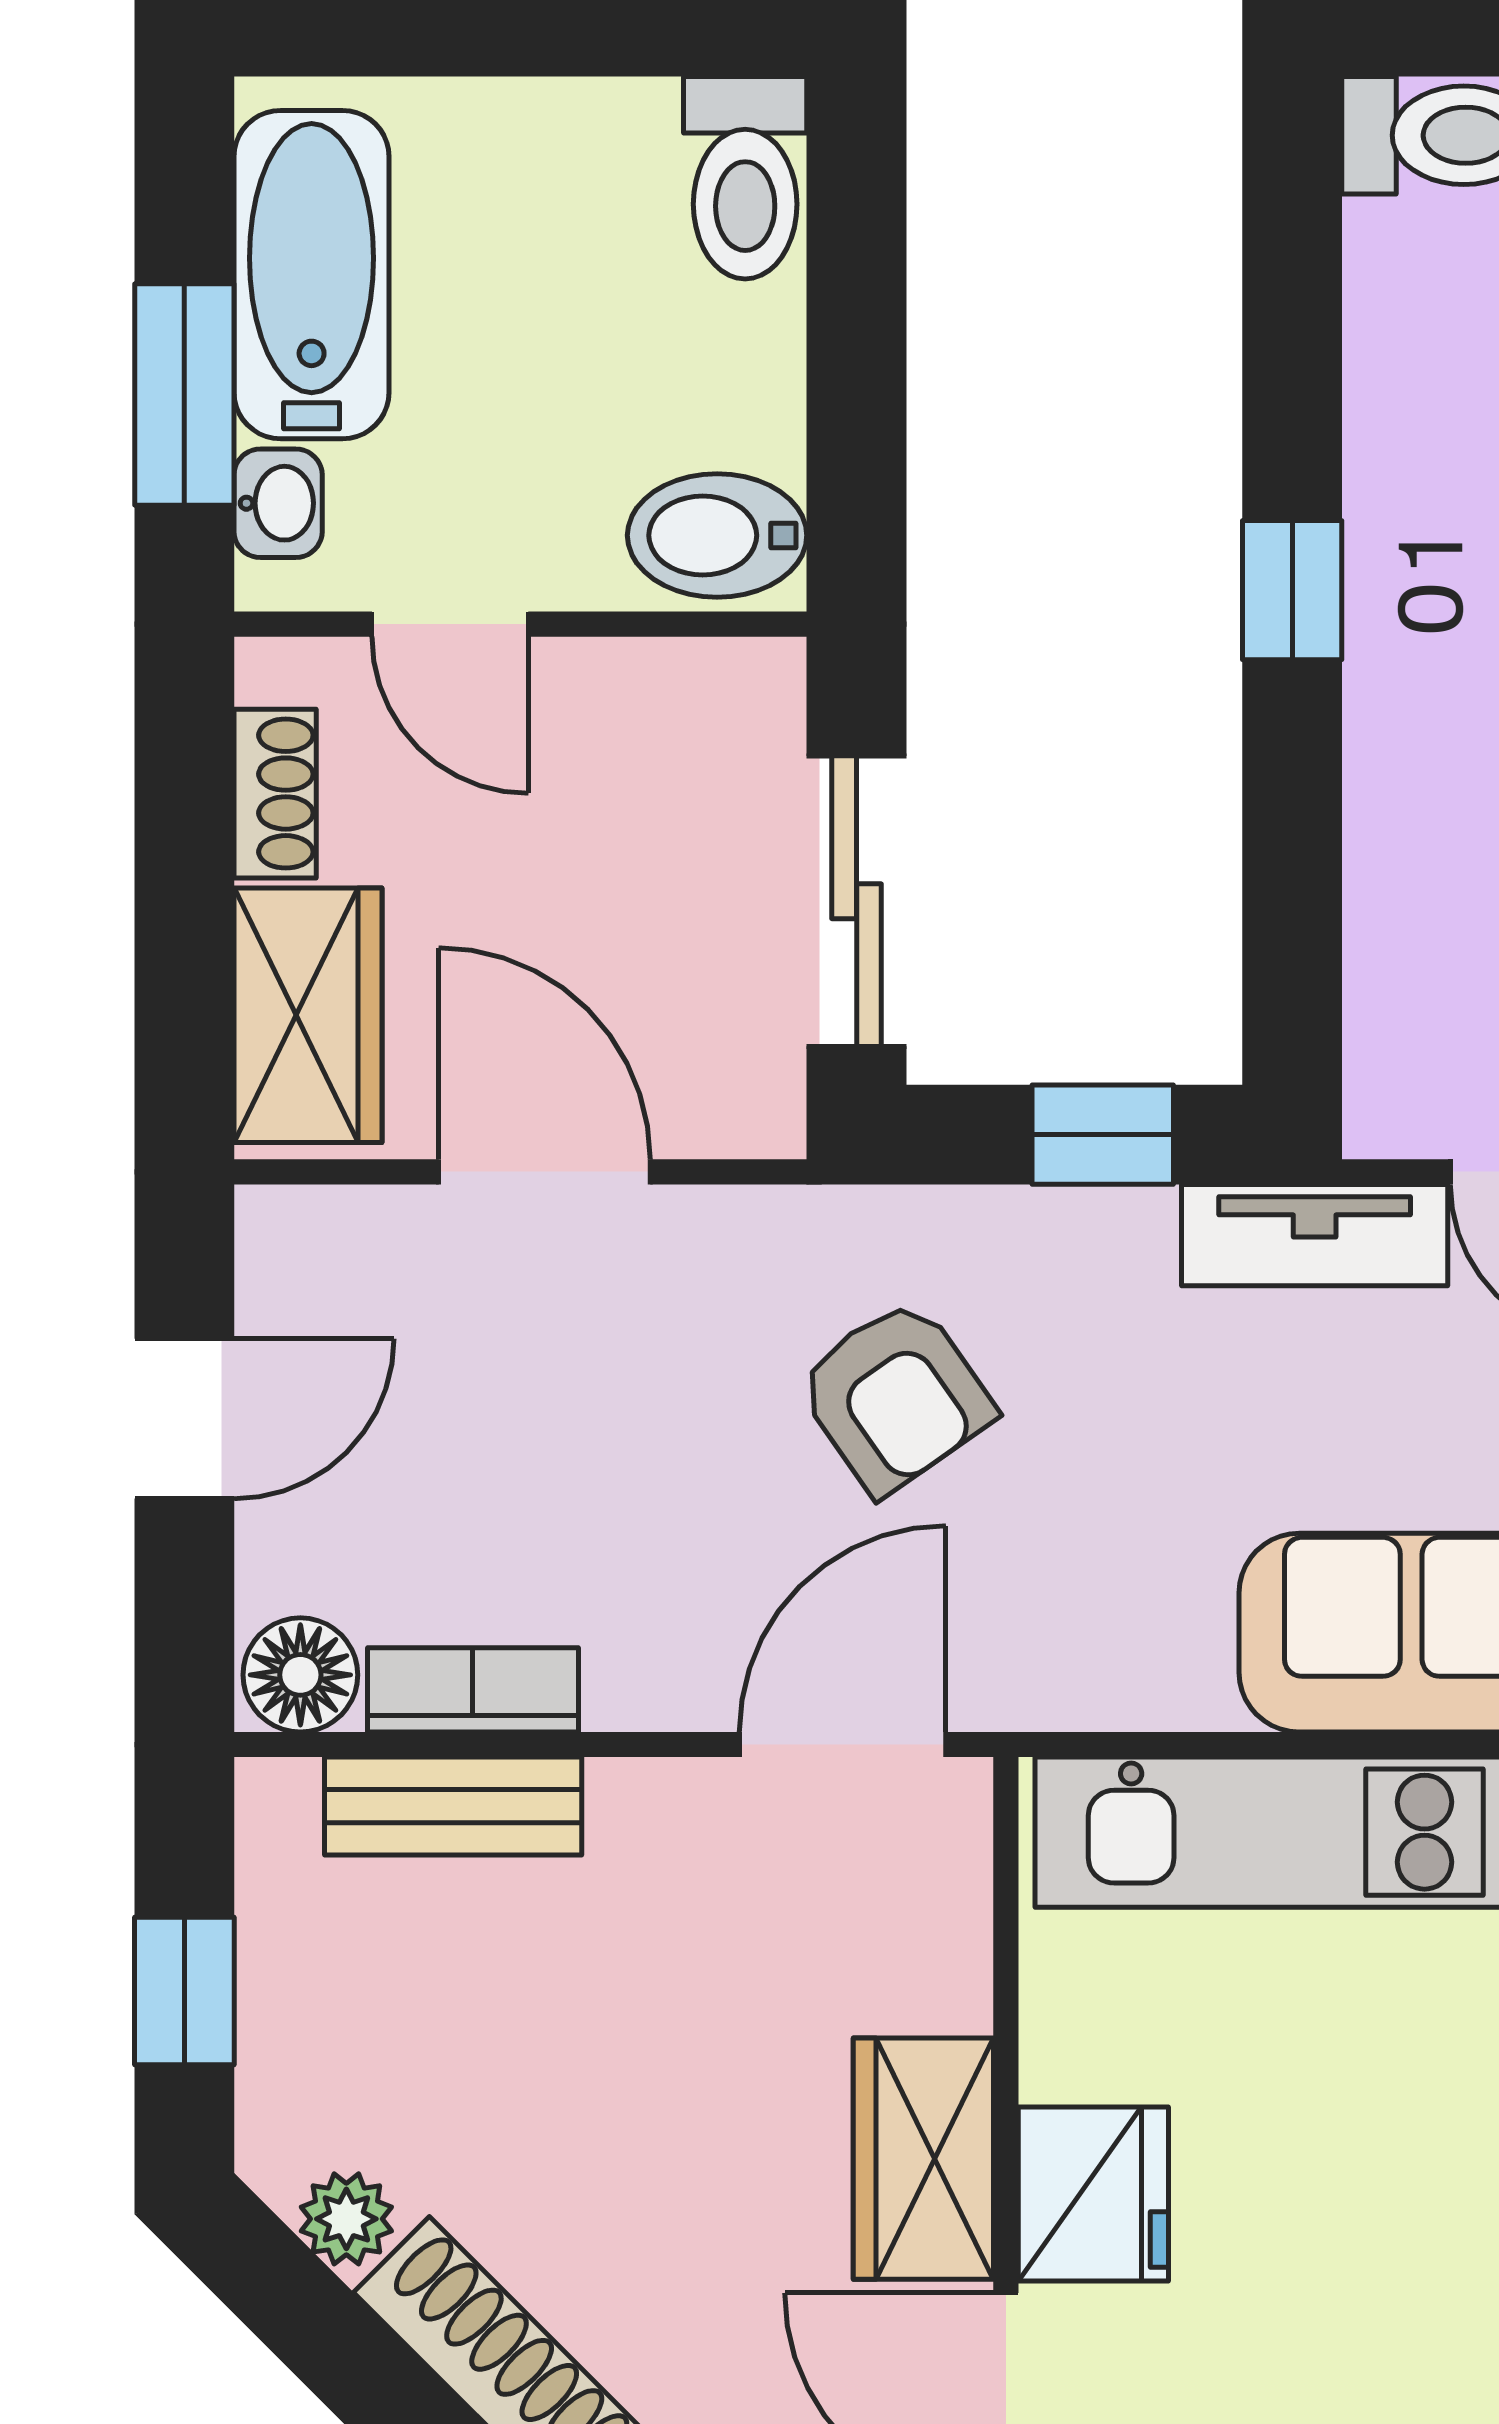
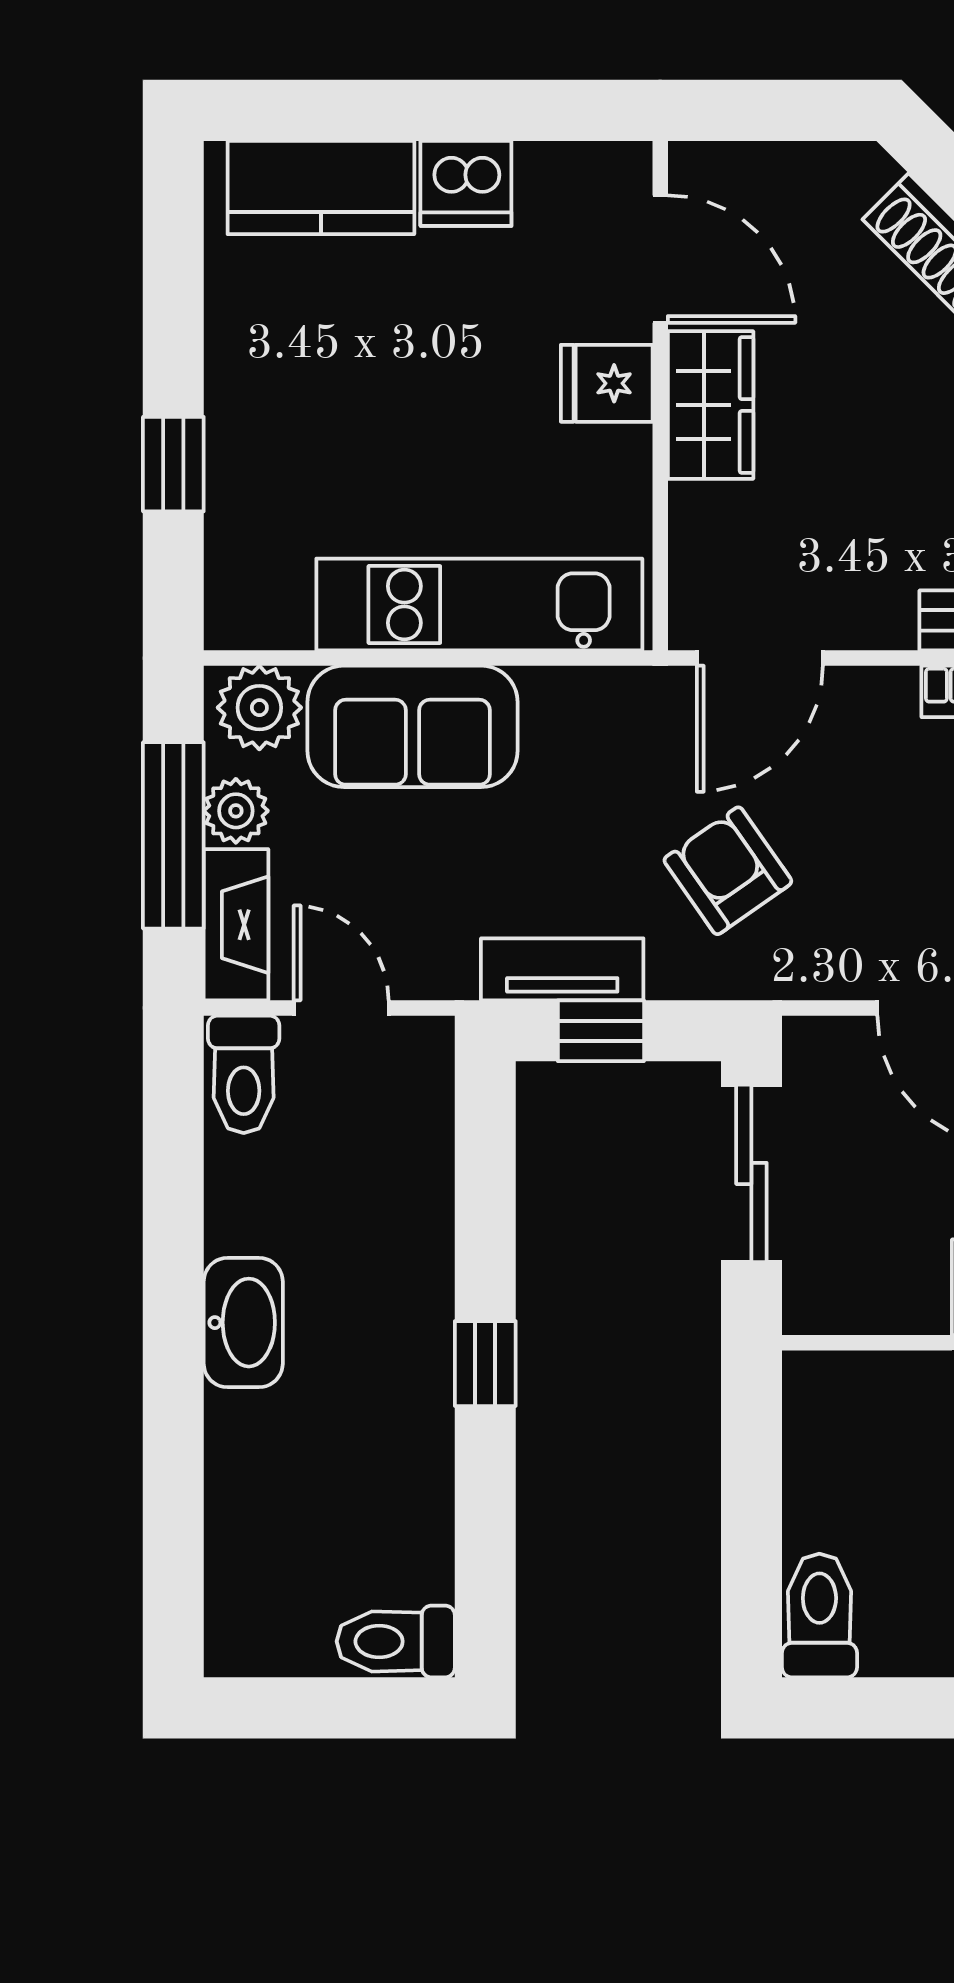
bidet: (717, 535) -> (837, 1397), removed
tv unit: (1315, 1235) -> (562, 969), moved
fridge: (1093, 2194) -> (607, 383), width x0.72

